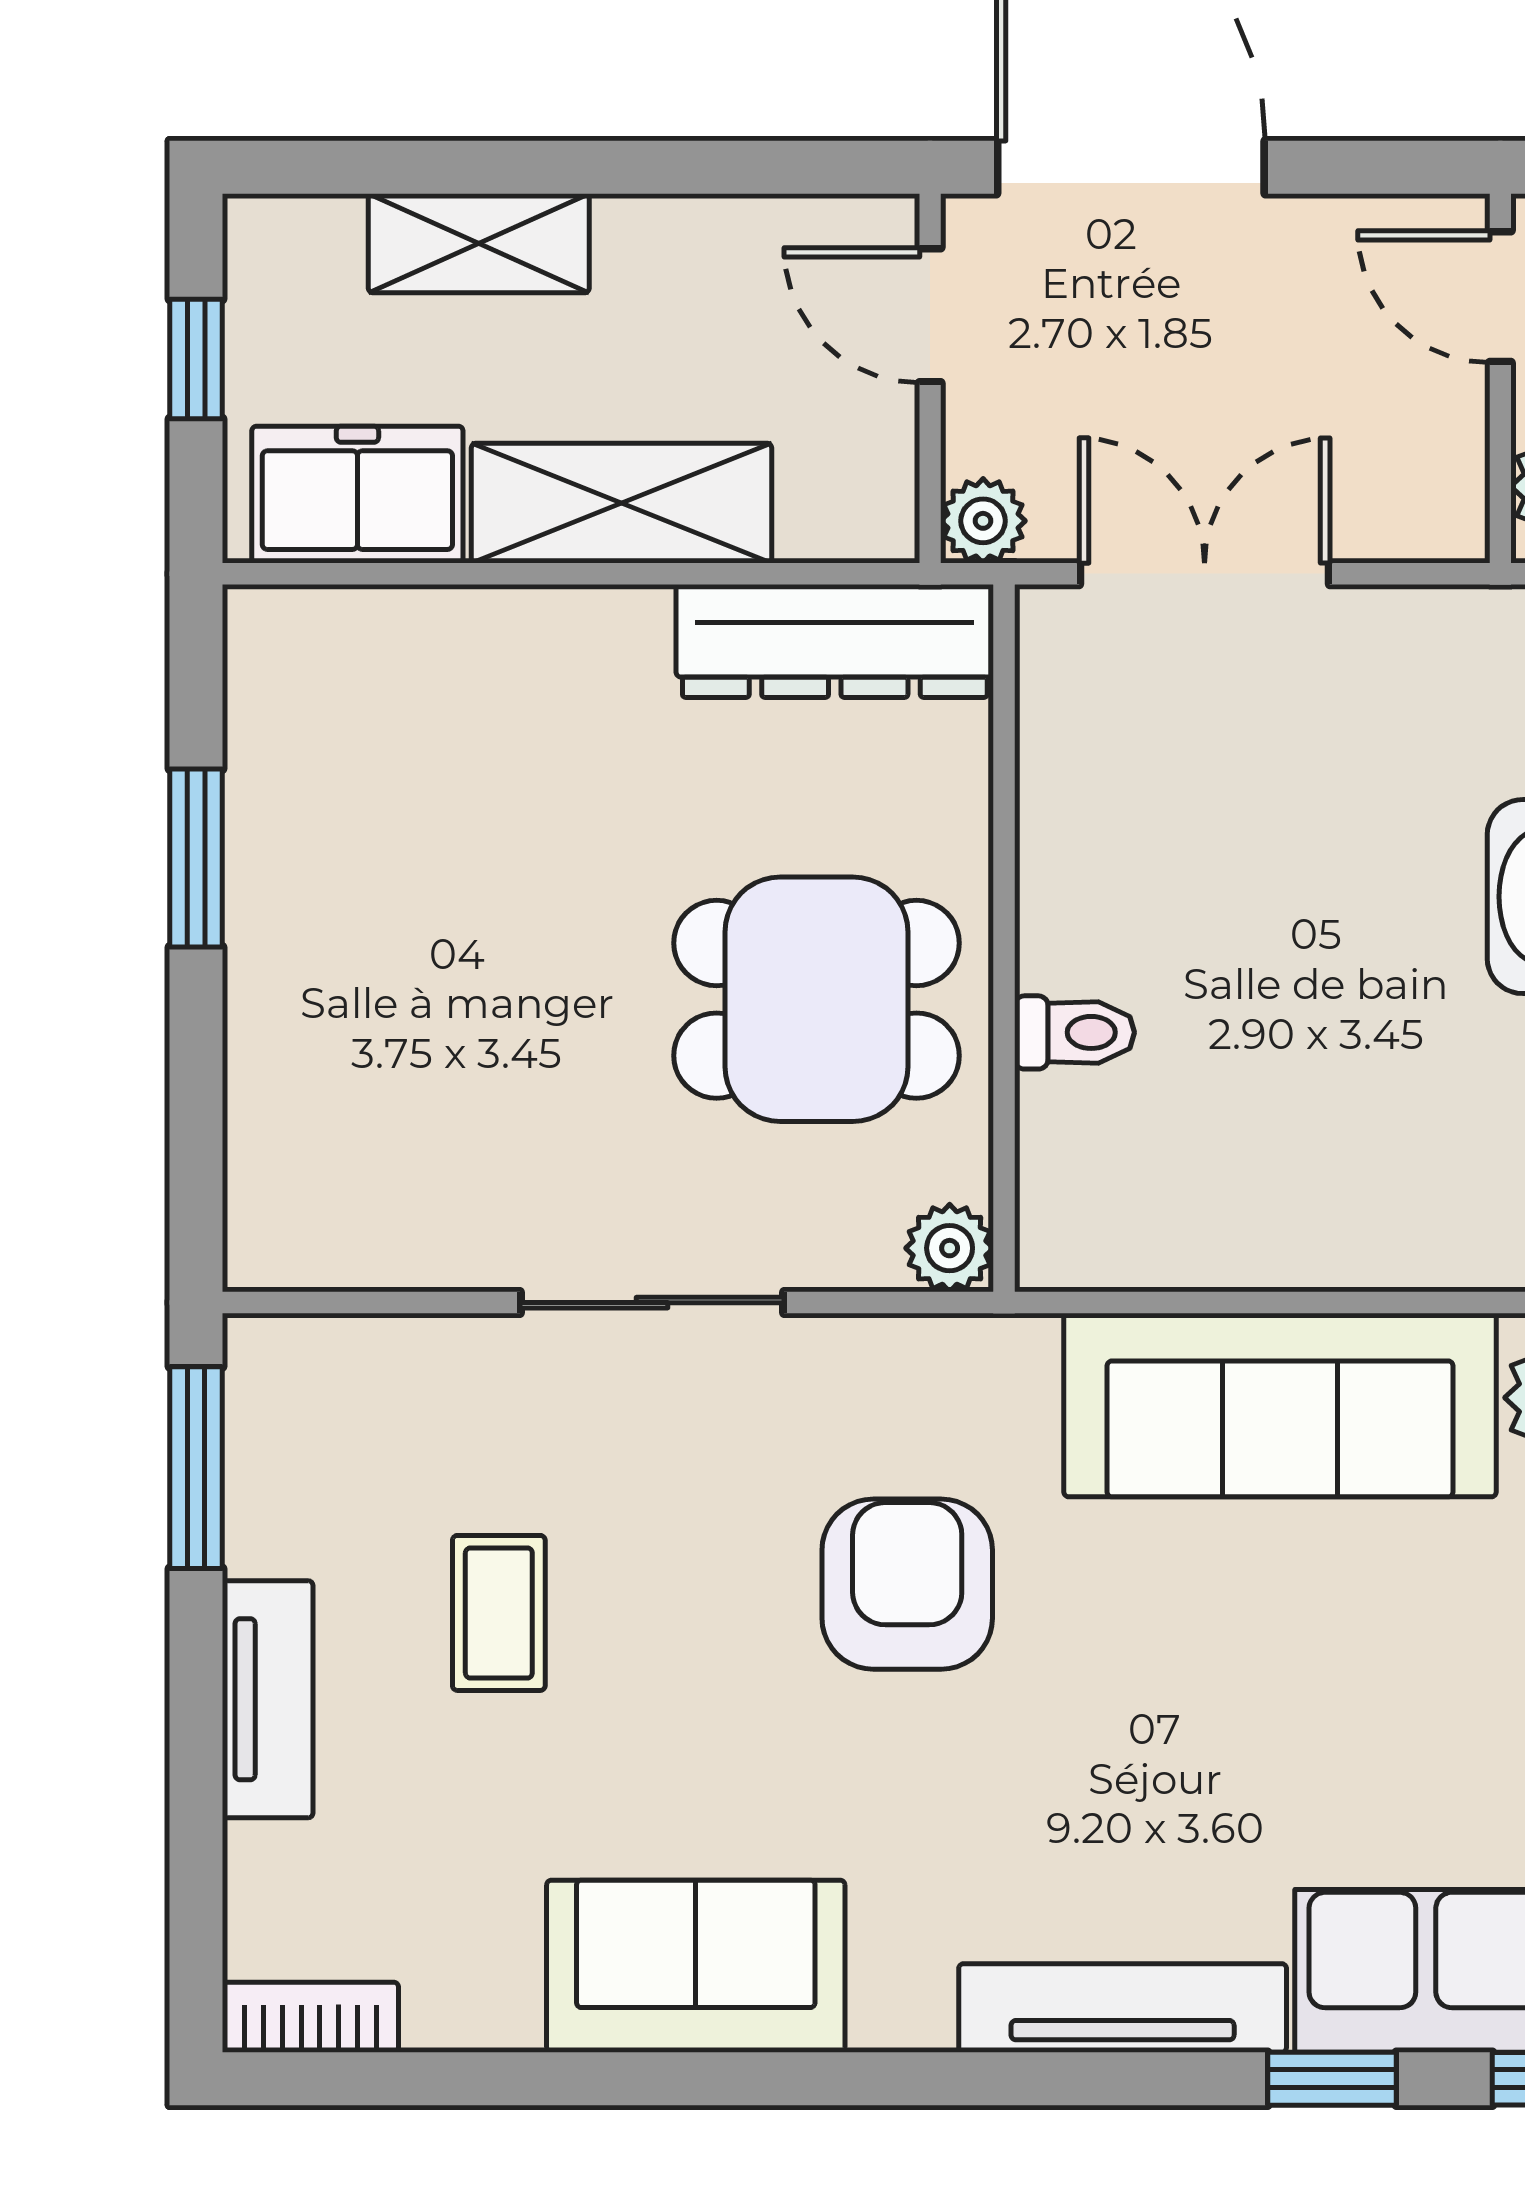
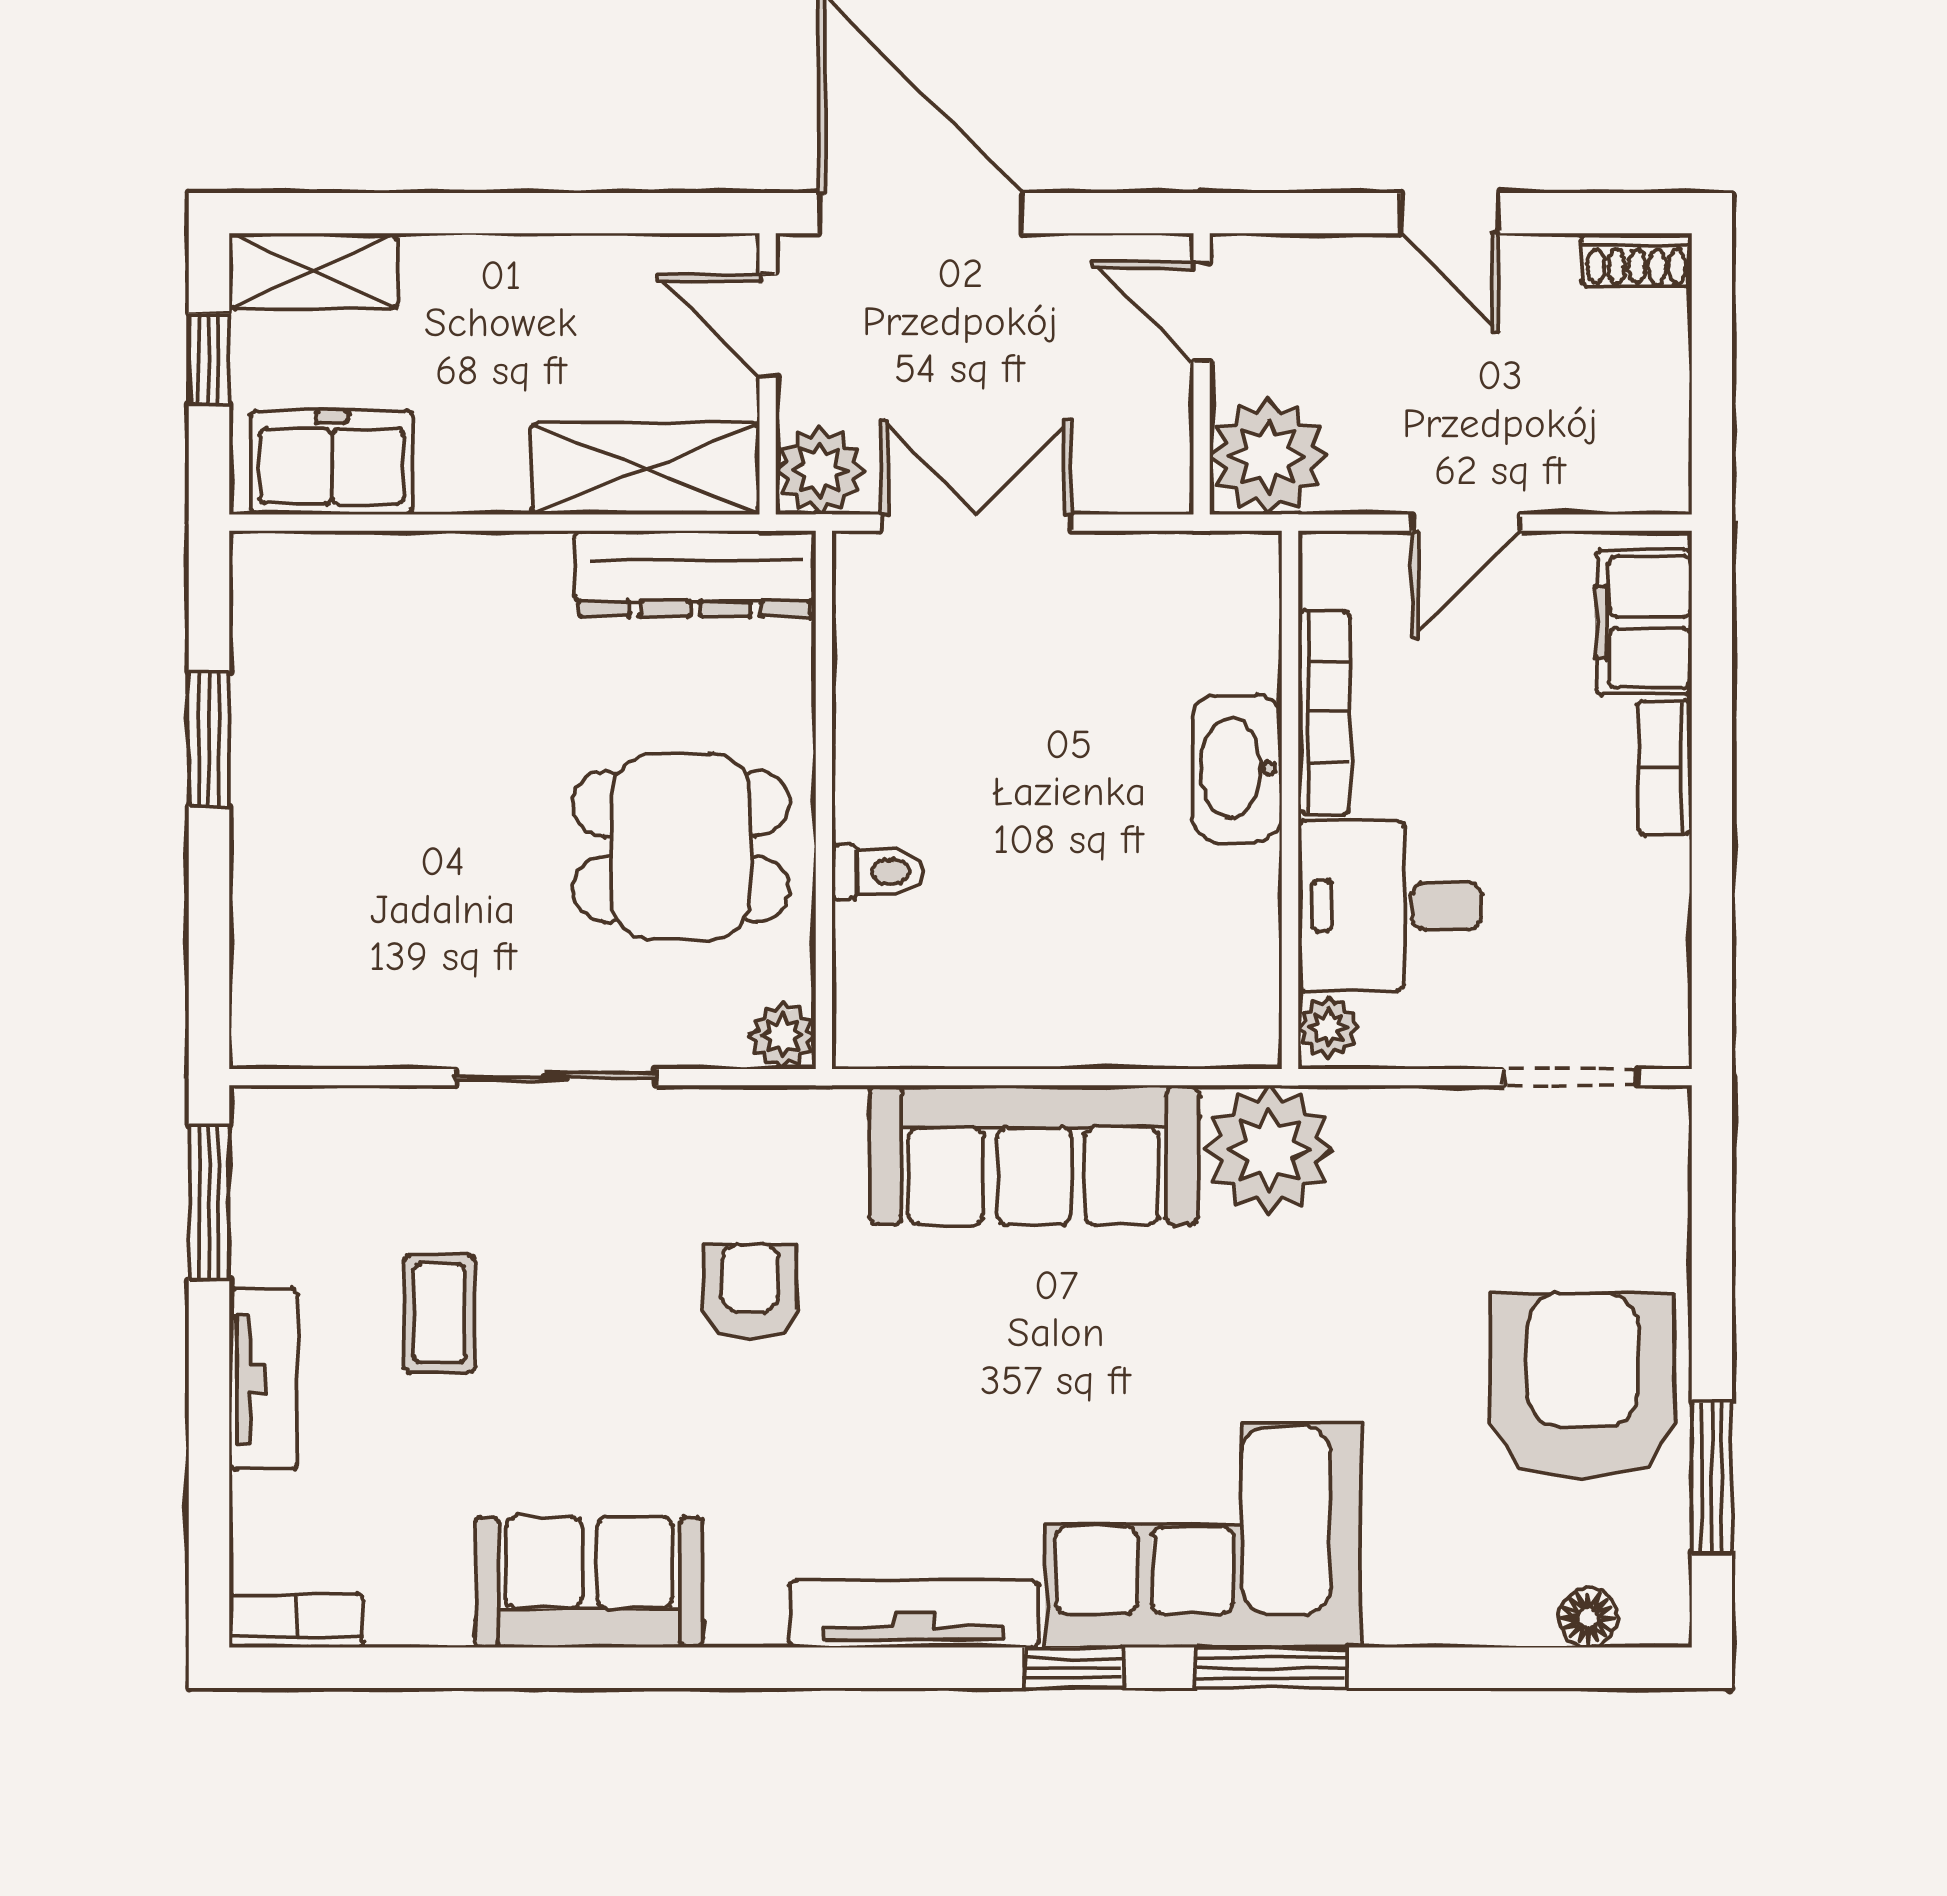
shelving: (479, 243) -> (313, 271), moved
shelving: (621, 503) -> (645, 469), moved
plant: (983, 521) -> (820, 470), width x1.38, depth x1.38
armchair: (907, 1584) -> (750, 1291), width x0.72, depth x0.72

